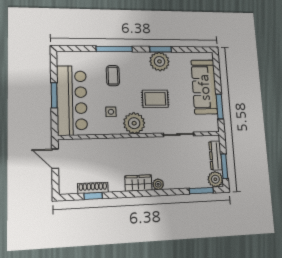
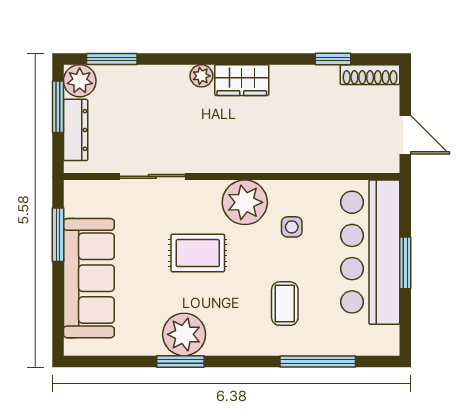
window: (114, 49) -> (318, 361), moved
shoe rack: (93, 188) -> (370, 75), moved

